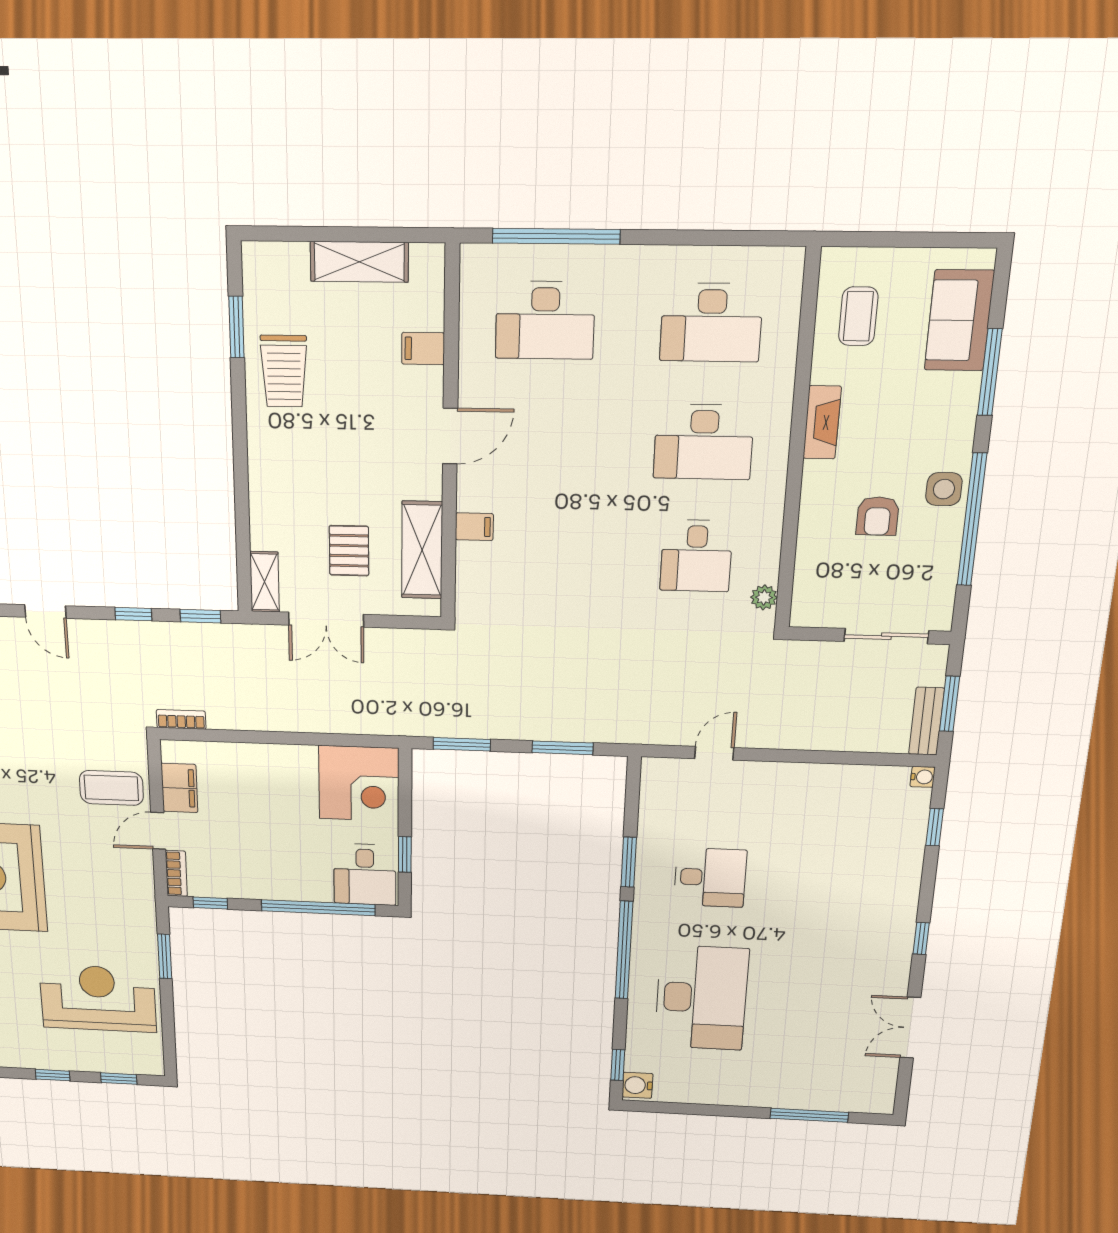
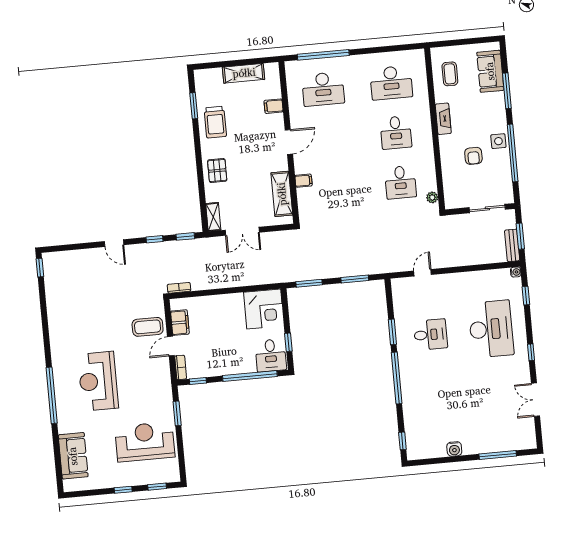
desk: (704, 442) -> (396, 133), width x0.73
pallet: (349, 551) -> (217, 171), moved
desk: (701, 998) -> (491, 329), moved
water cooler: (637, 1085) -> (454, 449), moved, turned -90

